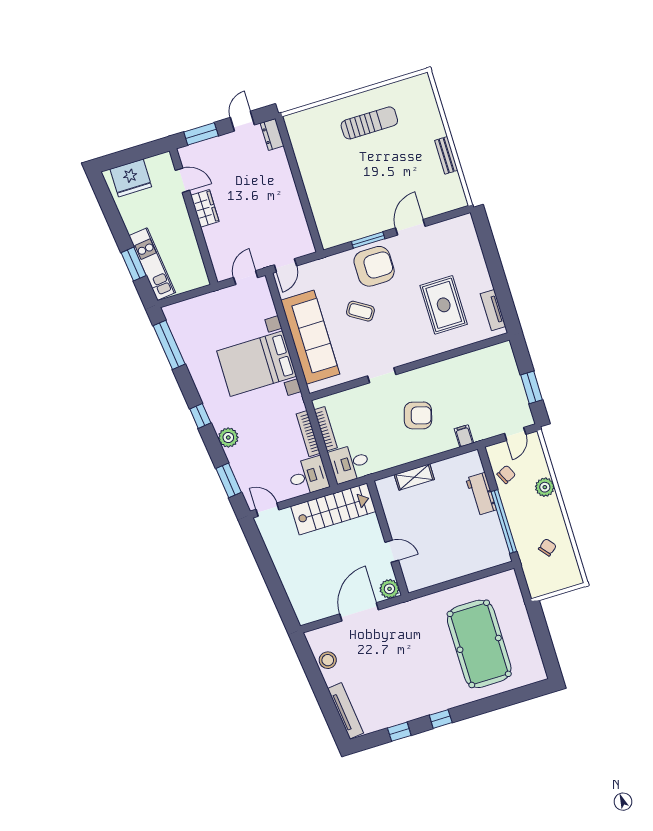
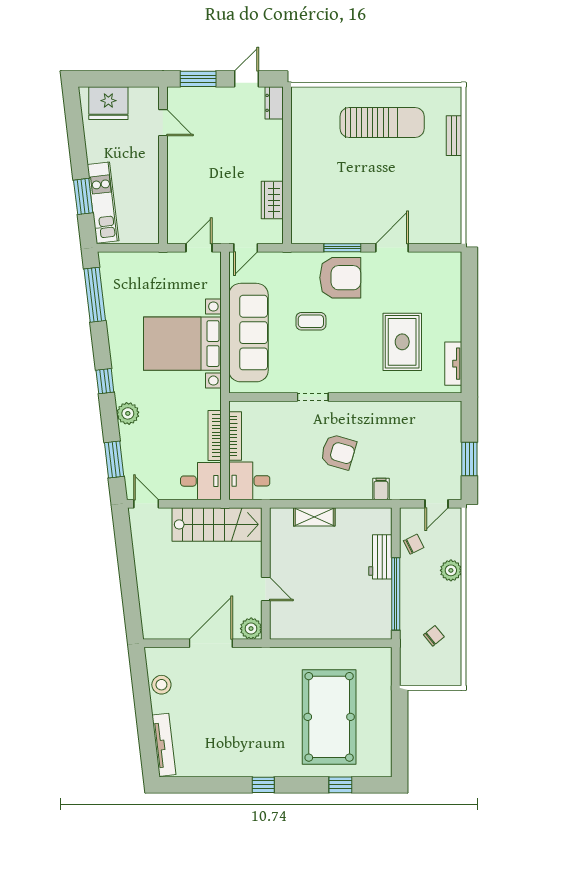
sun lounger: (369, 123) -> (382, 122), width x1.36, depth x1.34
bench: (446, 155) -> (454, 136), moved
wardrobe: (205, 208) -> (272, 200), moved, turned 180
coffee table: (360, 311) -> (311, 321), turned -32
window: (399, 732) -> (340, 785), moved

